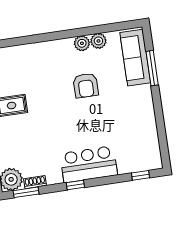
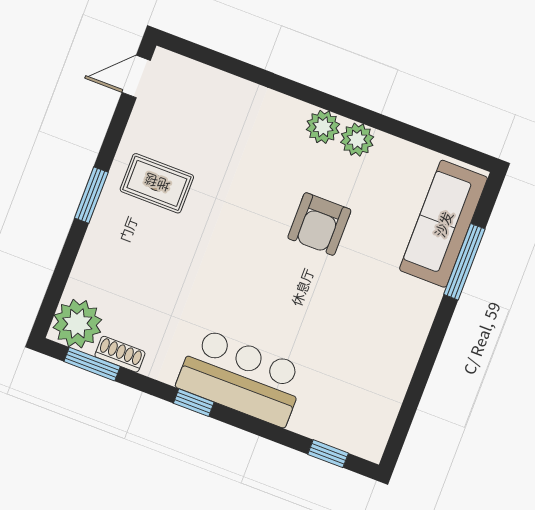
plant: (98, 41) -> (323, 127), moved

